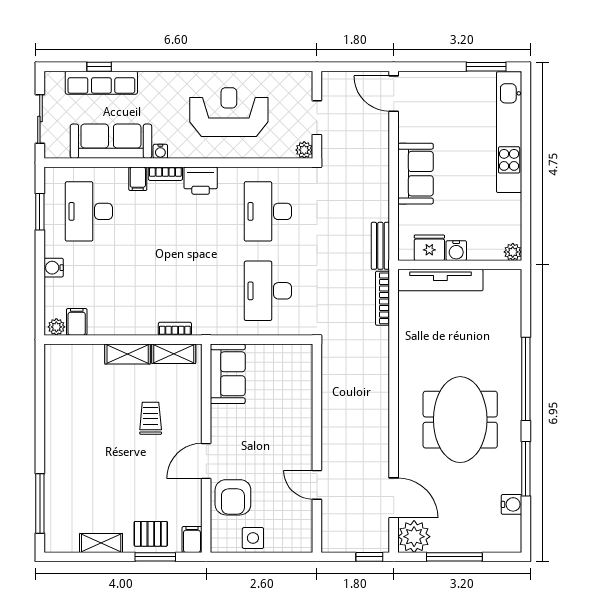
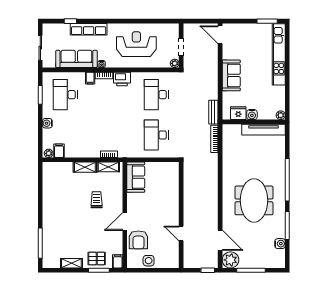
row of seats: (101, 83) -> (89, 29), moved
tv unit: (440, 280) -> (264, 130), moved

